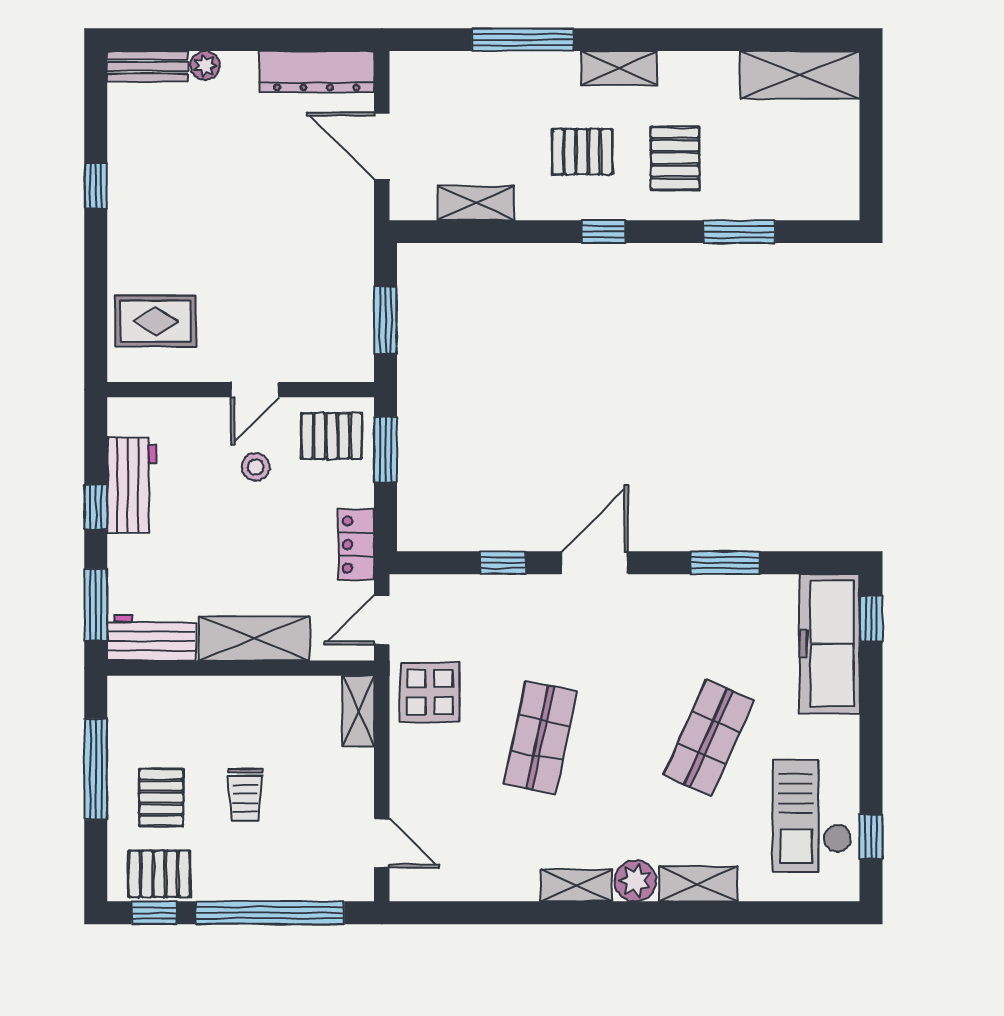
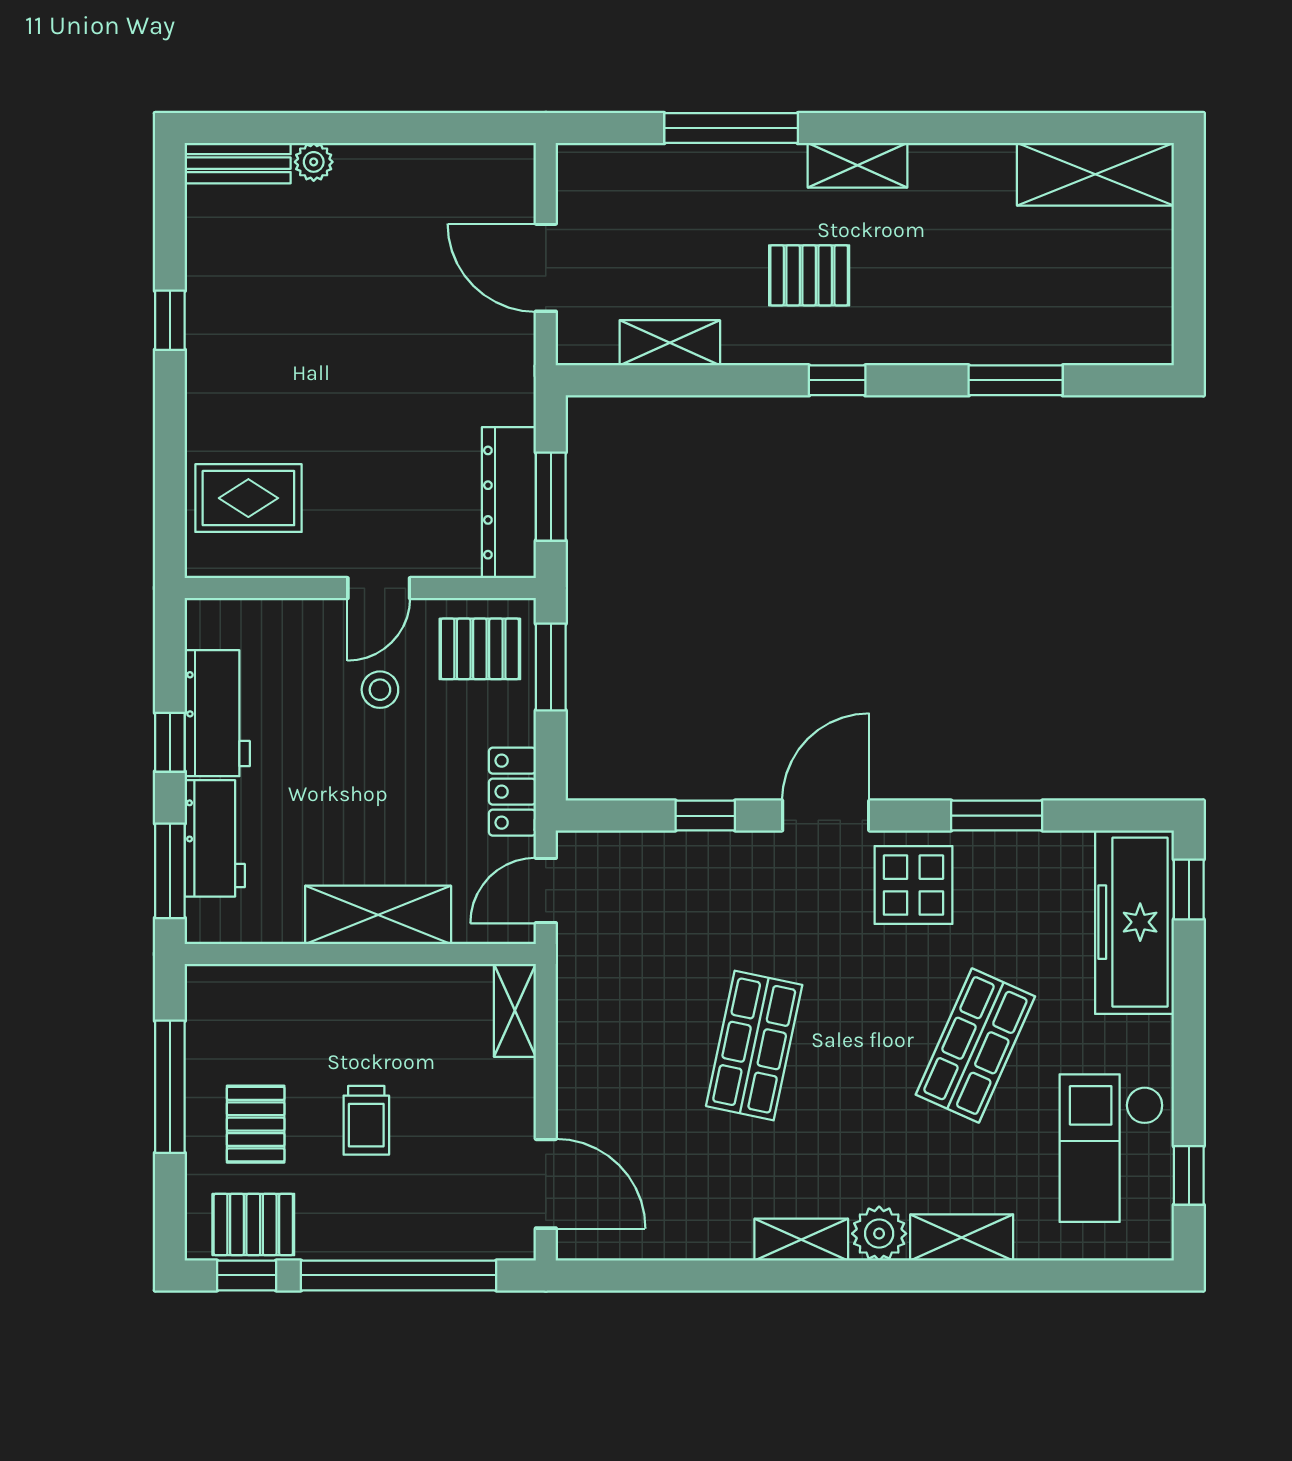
dresser: (317, 71) -> (509, 503), moved, turned 90
pallet: (675, 158) -> (931, 284), removed
workbench: (151, 638) -> (215, 838), moved, turned 90
display table: (430, 692) -> (913, 885), moved
door: (382, 843) -> (546, 1184), width x1.38

